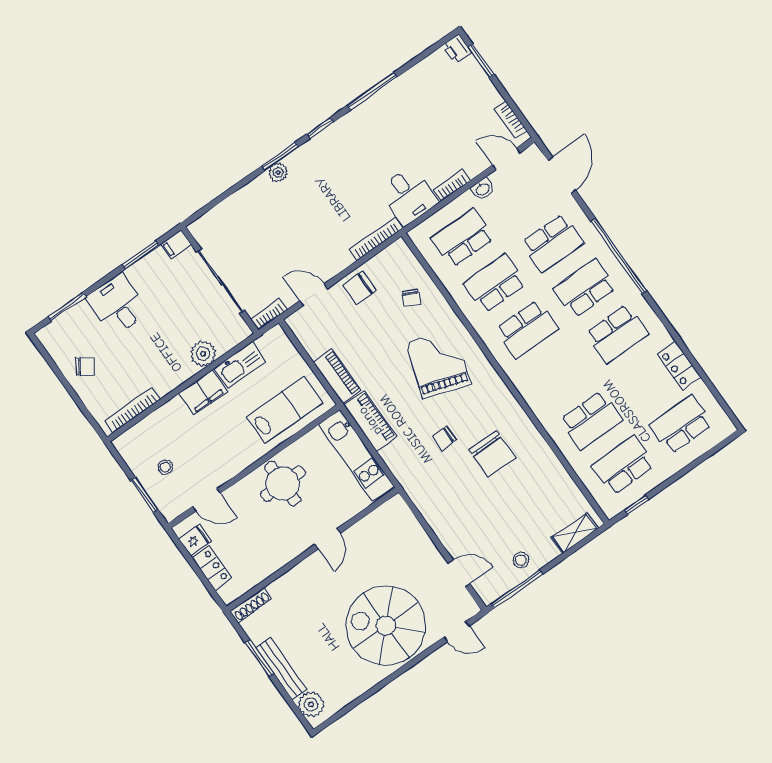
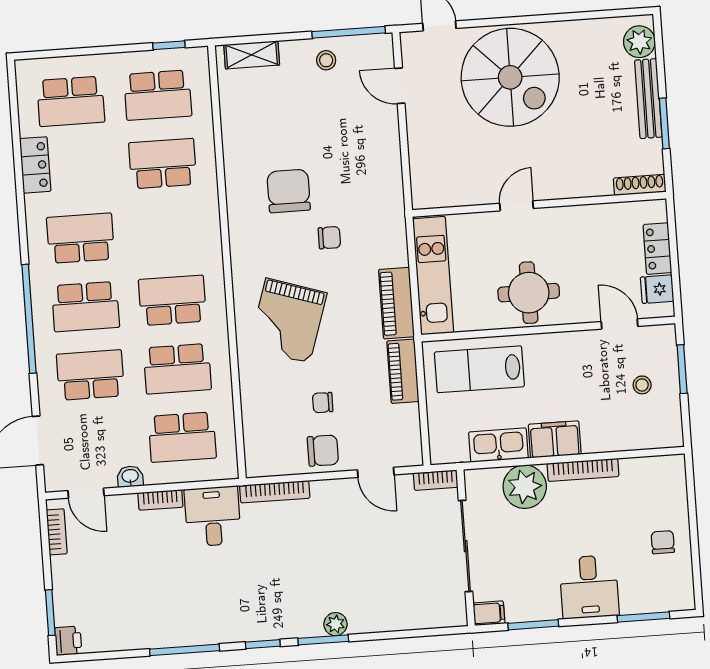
chair: (411, 298) -> (323, 403), moved, turned -116
plant: (203, 354) -> (525, 487), width x1.36, depth x1.36
chair: (85, 366) -> (663, 542), turned 56
bookcase: (133, 410) -> (583, 470), moved

